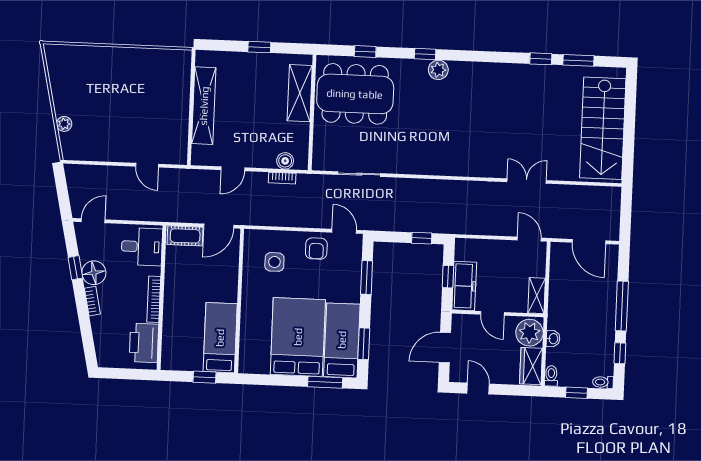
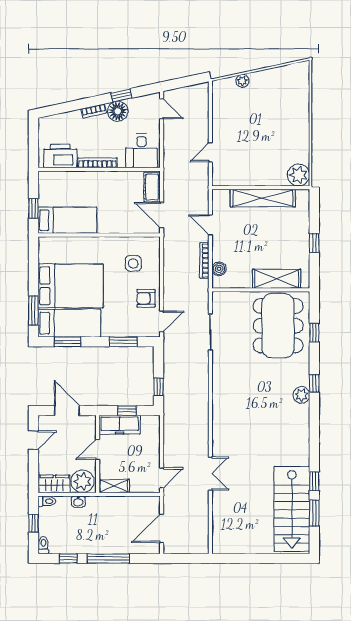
plant: (178, 62) -> (299, 175), added
stairs: (603, 128) -> (292, 509), moved, turned -90
bookcase: (282, 178) -> (204, 261), width x1.56

